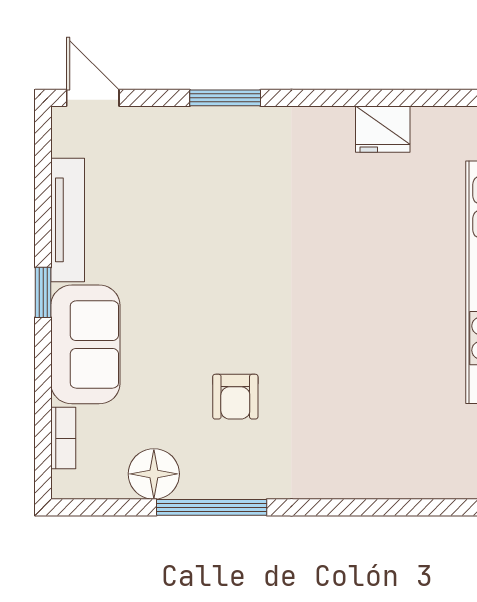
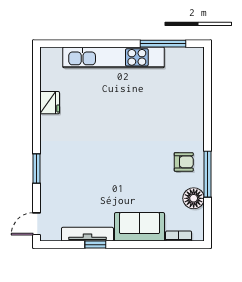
window: (43, 292) -> (95, 245), moved
armchair: (235, 397) -> (184, 162), moved

